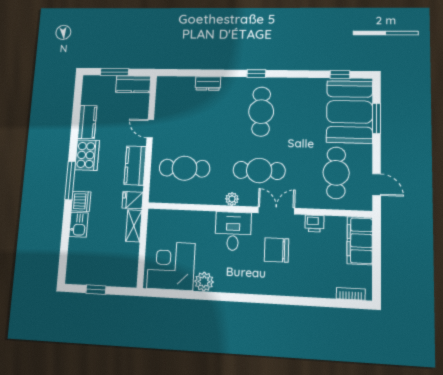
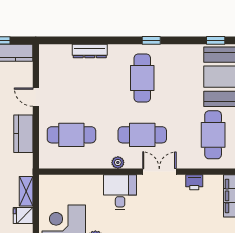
window: (256, 74) -> (151, 40), moved
dresser: (208, 83) -> (90, 51), width x1.44
fridge: (133, 200) -> (23, 216), moved
chair: (277, 250) -> (161, 208), removed

